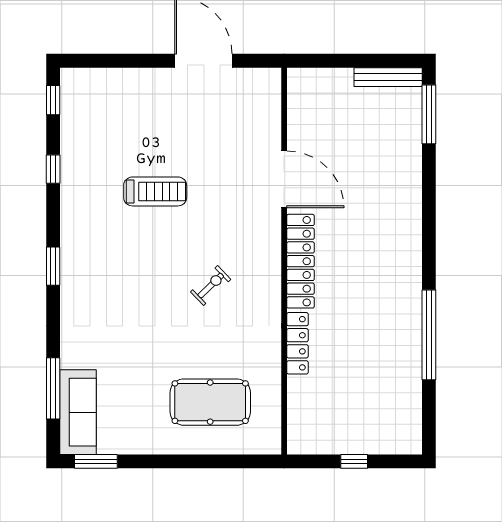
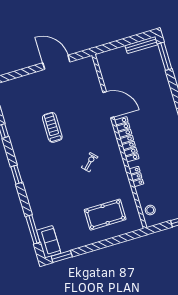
treadmill: (155, 191) -> (52, 127), turned -90
locker: (297, 343) -> (136, 176), width x0.66
sofa: (78, 412) -> (49, 242), width x0.73
stool: (305, 420) -> (150, 210), added

